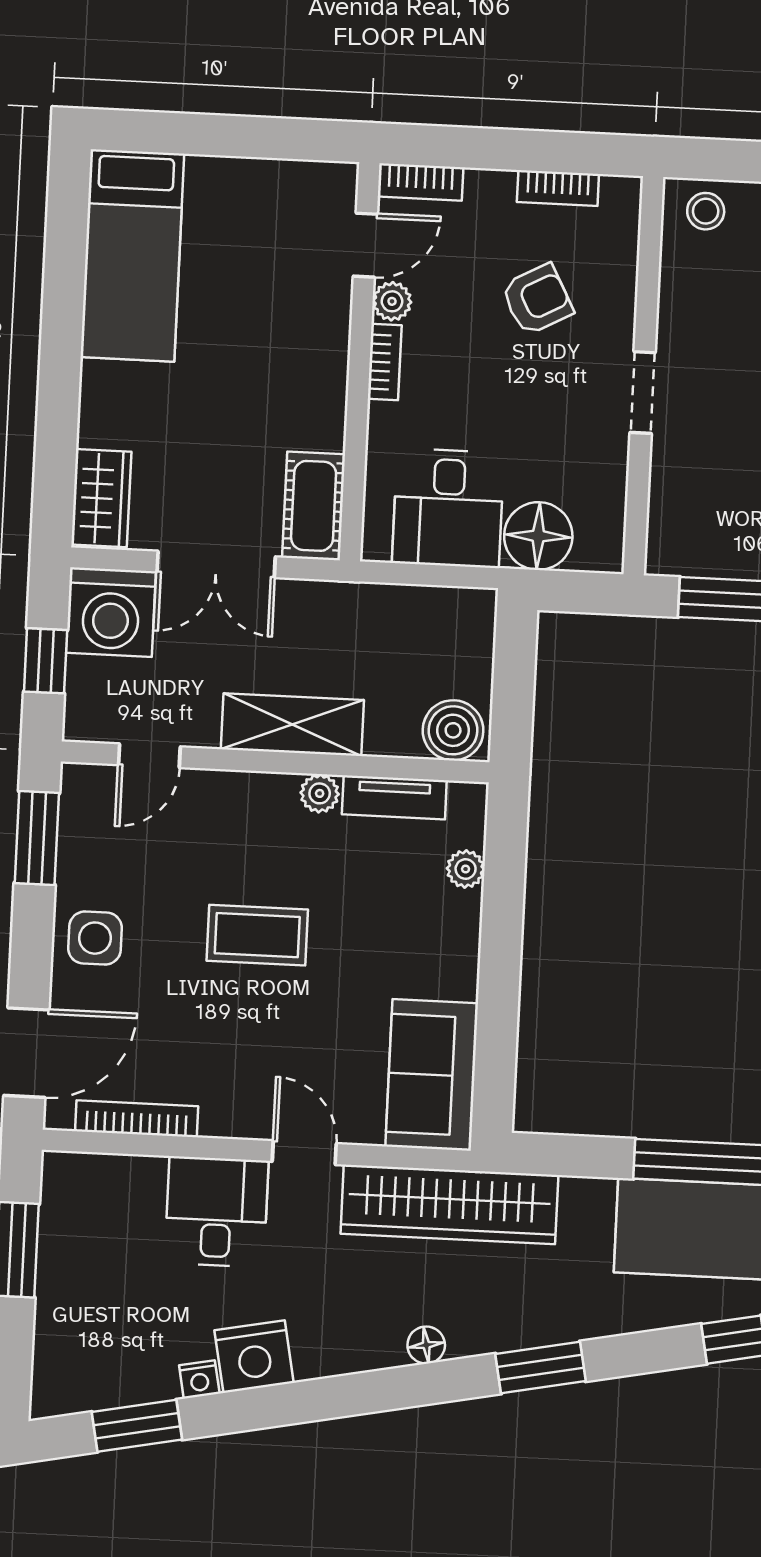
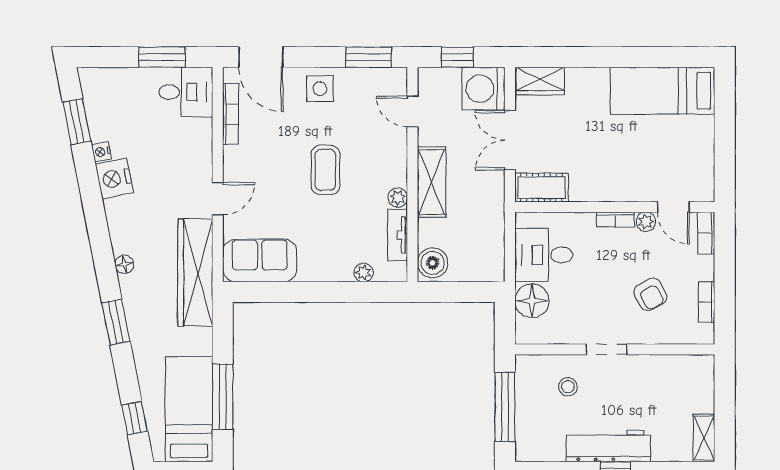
stool: (706, 211) -> (568, 387), moved
desk: (216, 1212) -> (186, 92), moved

